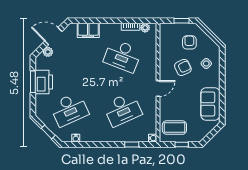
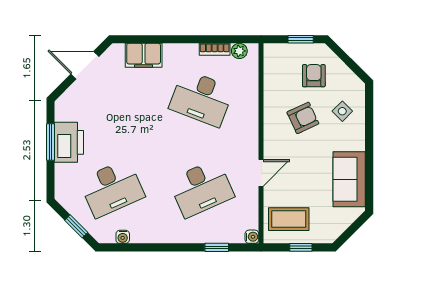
plant: (48, 52) -> (76, 92), removed
door: (158, 88) -> (261, 173), moved

